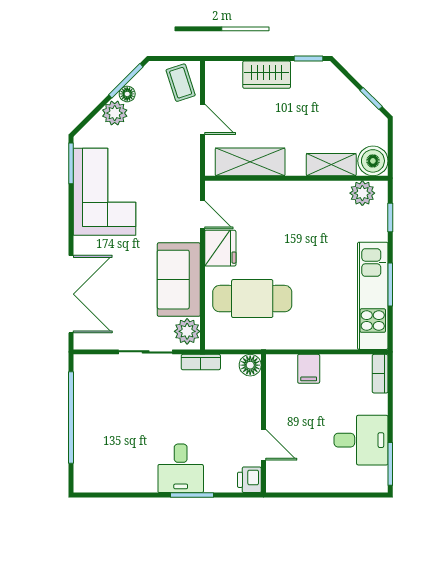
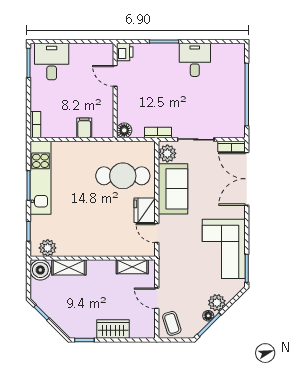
shelving: (250, 162) -> (132, 267), width x0.67, depth x0.75
bookcase: (93, 342) -> (232, 146), added
desk: (361, 440) -> (52, 62), moved, turned 90
desk: (181, 468) -> (195, 60), moved

